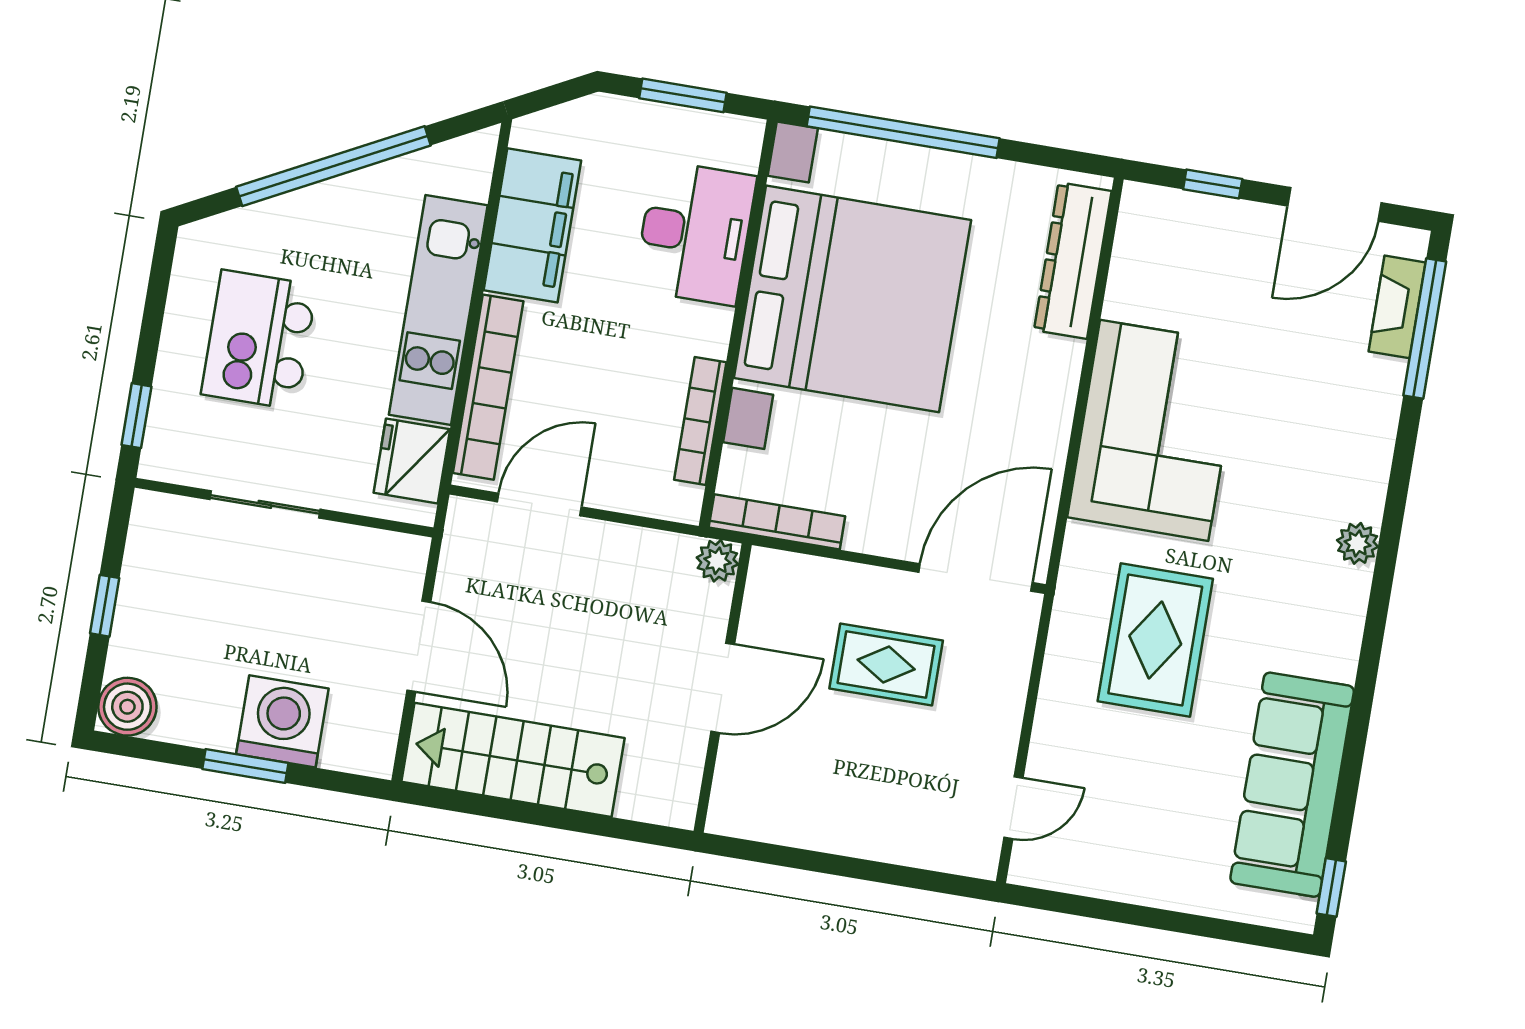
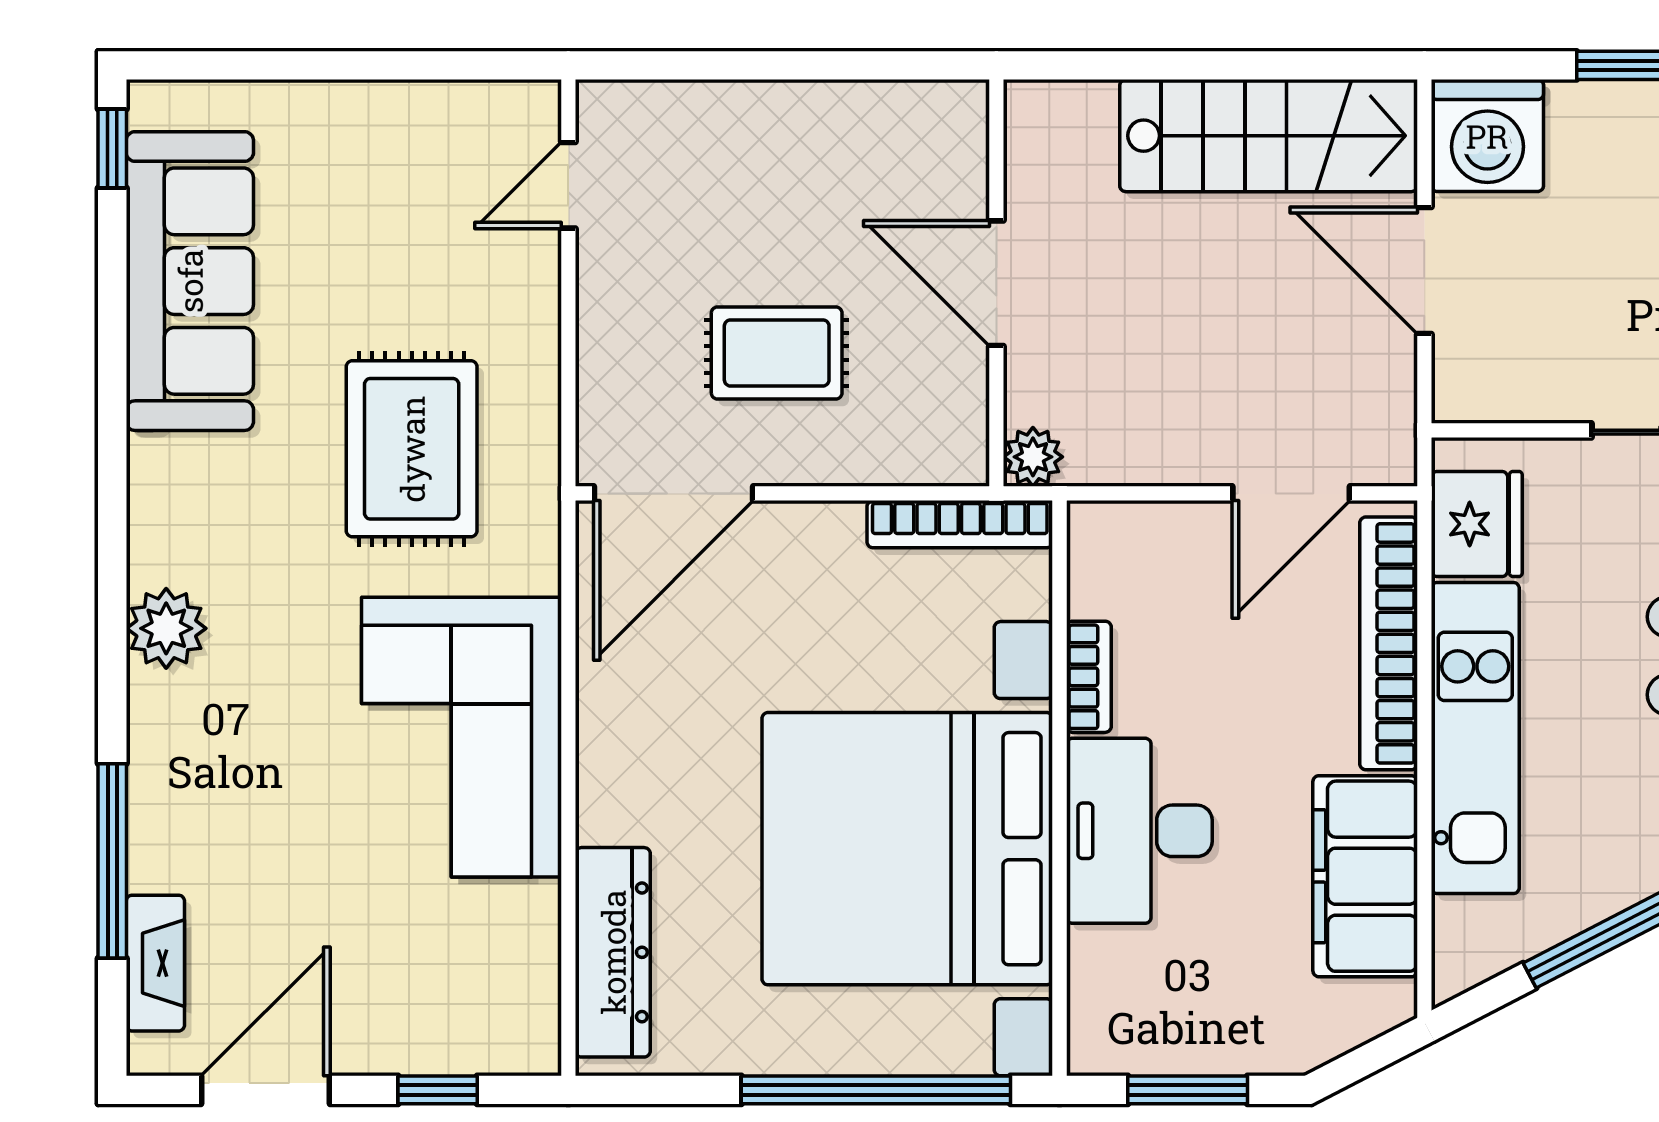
desk: (695, 233) -> (1139, 831), moved
window: (1425, 328) -> (112, 861), moved
bookcase: (700, 421) -> (1089, 677), width x0.64
plant: (1358, 543) -> (166, 628), width x1.38, depth x1.38
door: (723, 688) -> (996, 283), hinge flipped
washing machine: (282, 721) -> (1487, 136), moved

